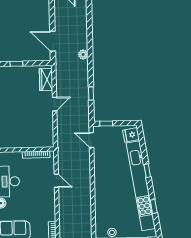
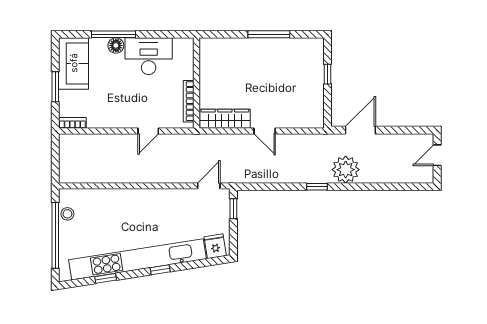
plant: (83, 54) -> (346, 170), width x1.88, depth x1.88
wardrobe: (46, 80) -> (225, 119), moved, width x1.50
window: (91, 94) -> (317, 187), moved

